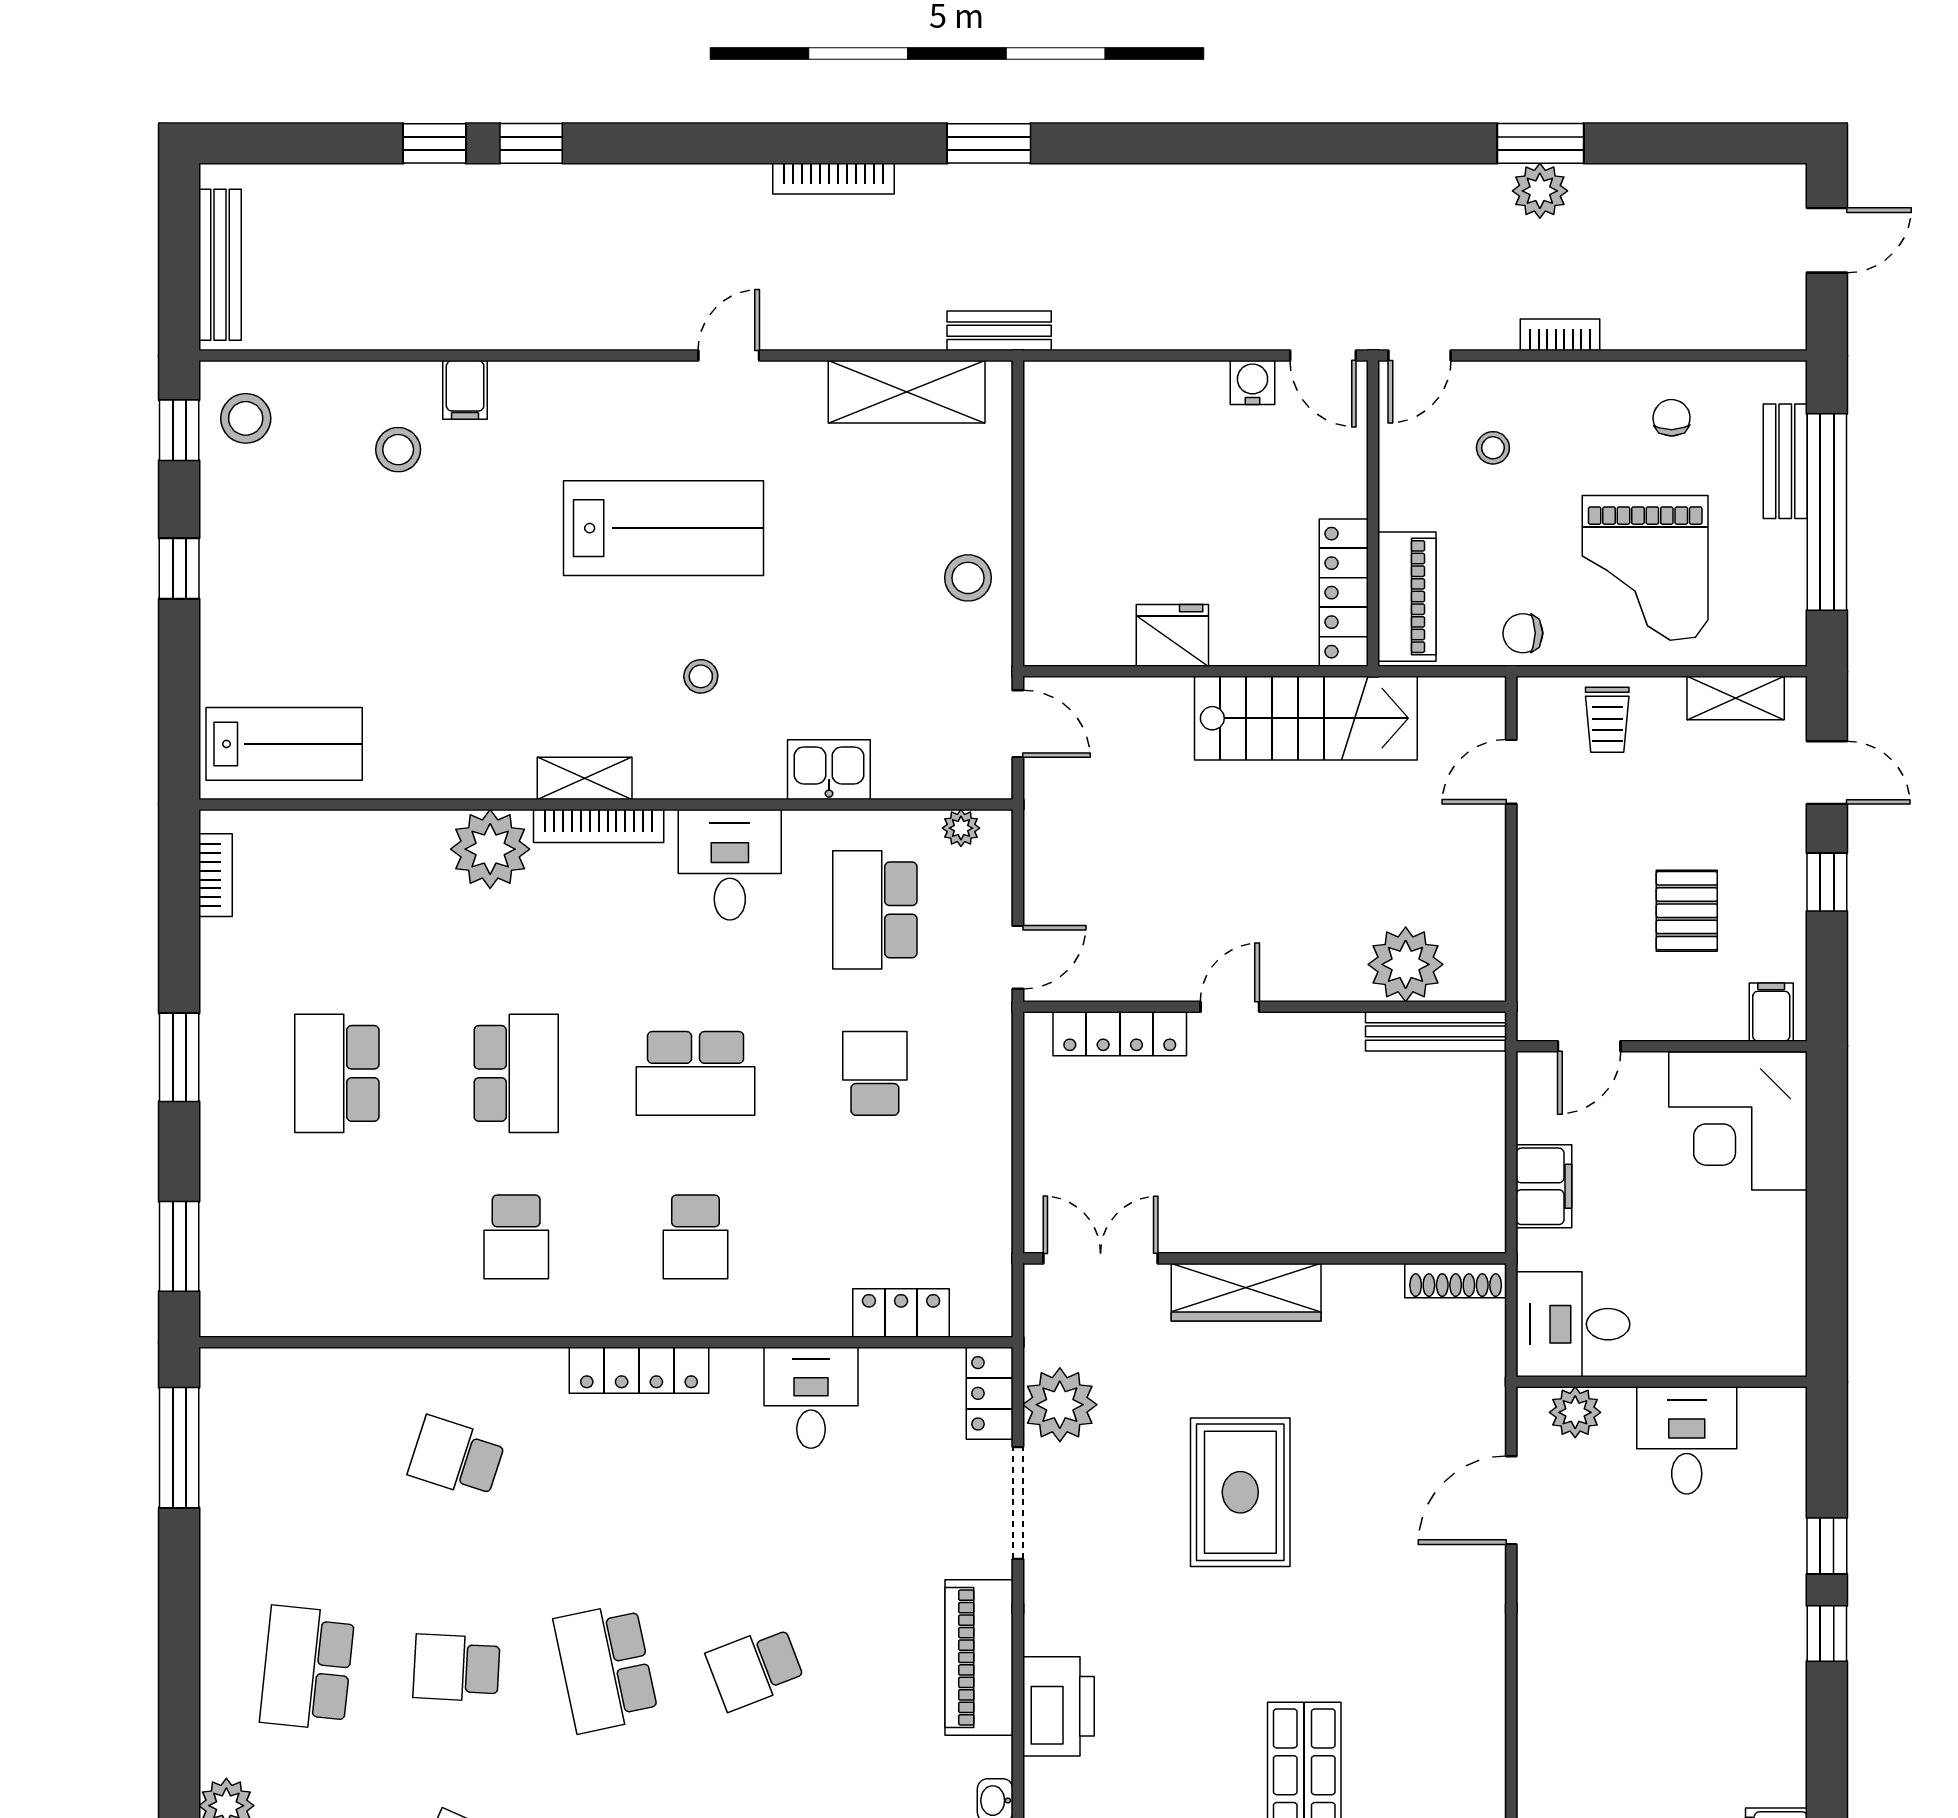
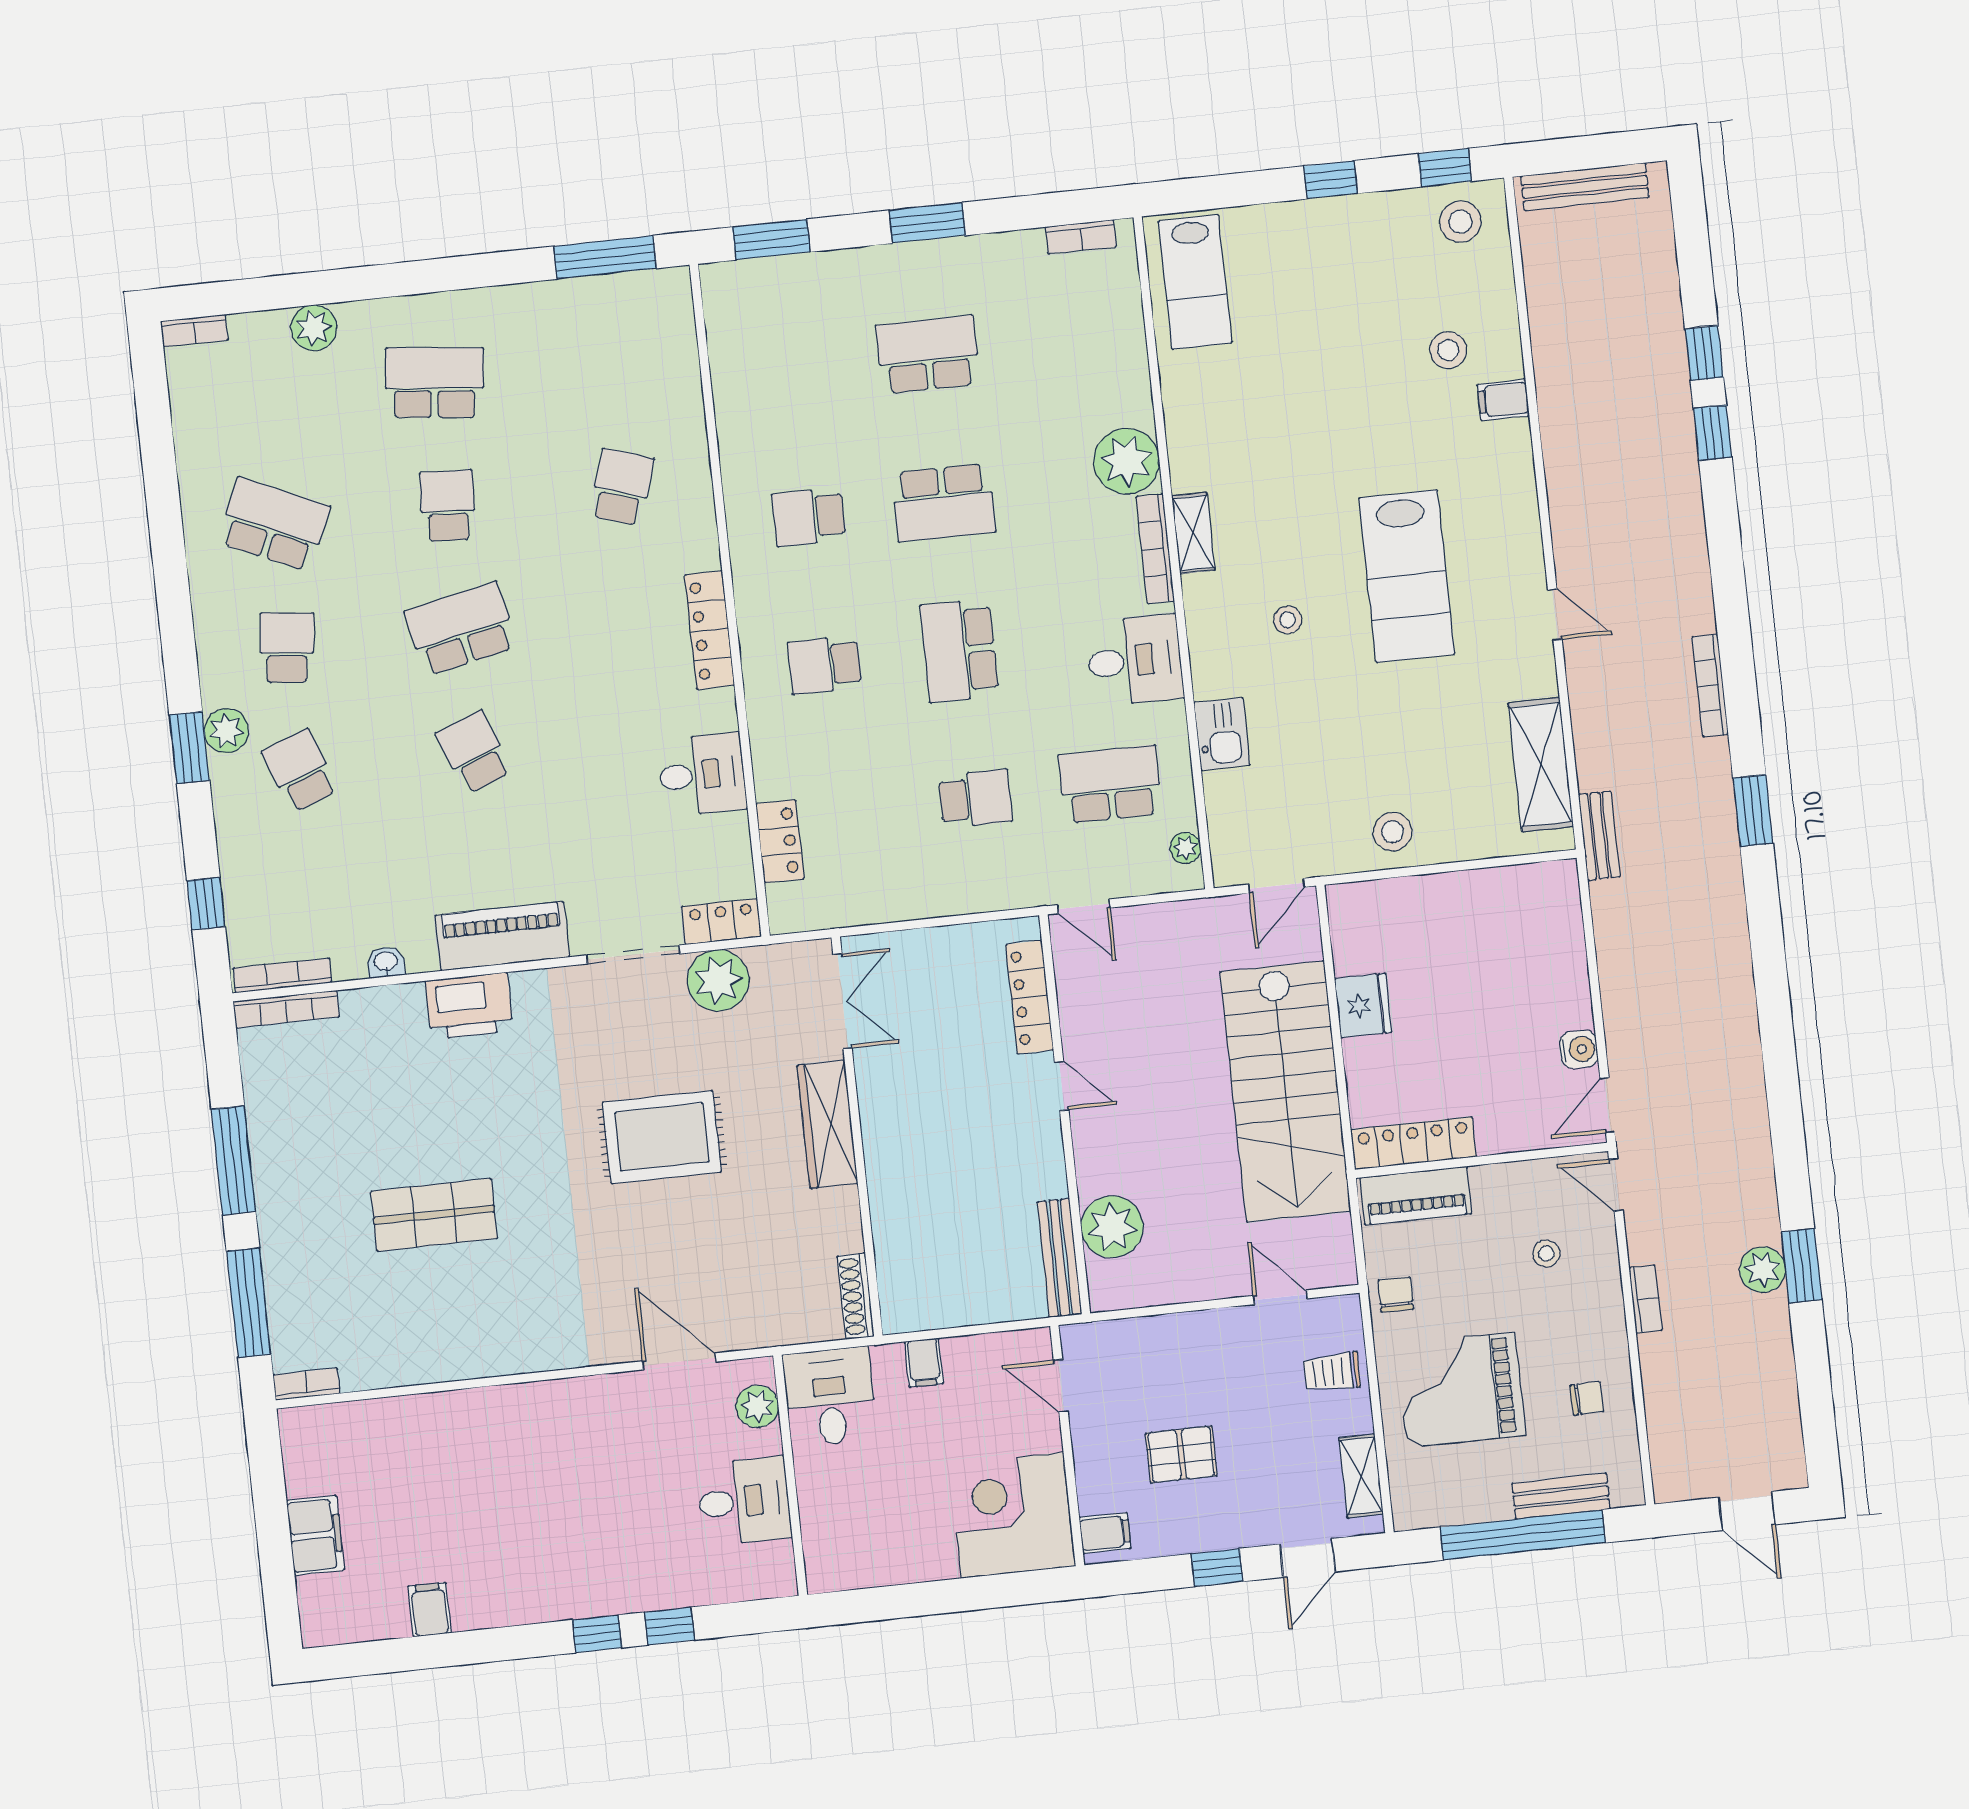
stairs: (1306, 718) -> (1285, 1091), width x1.36, depth x1.51
filing cabinet: (1544, 1186) -> (924, 1363), width x0.50

